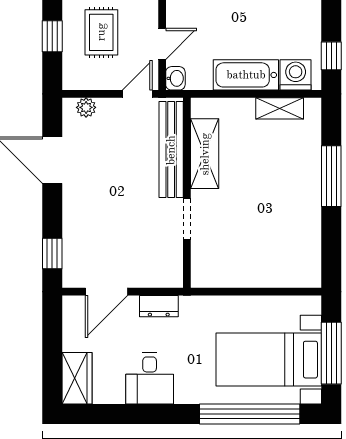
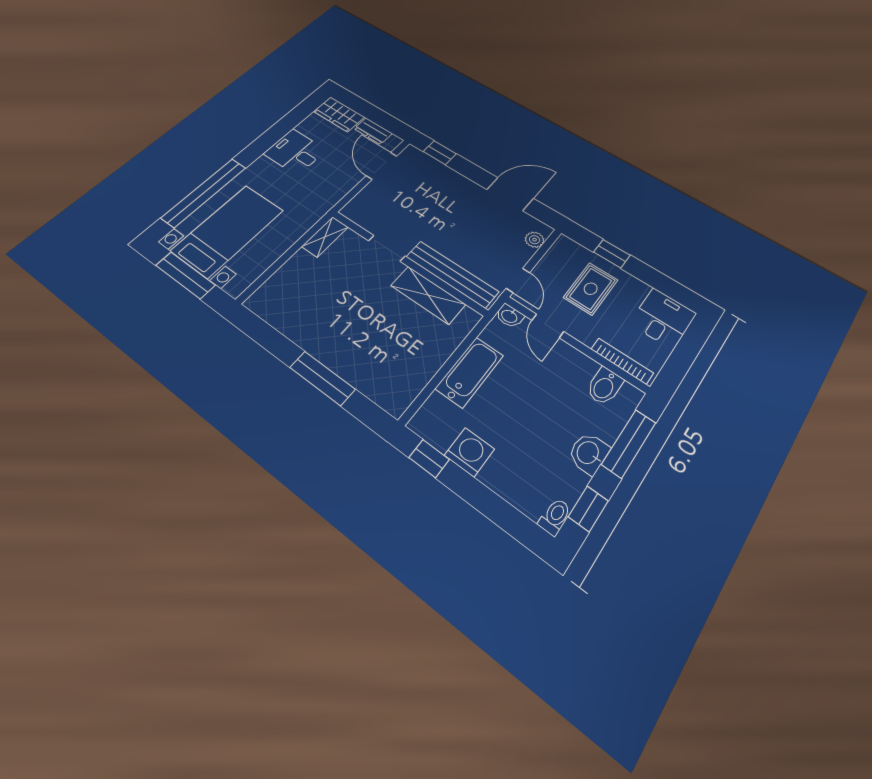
rug: (101, 32) -> (591, 289), turned 90
washing machine: (296, 75) -> (470, 452), moved, turned -90
shelving: (280, 108) -> (325, 237), moved
dresser: (159, 306) -> (373, 131), moved, turned -90

